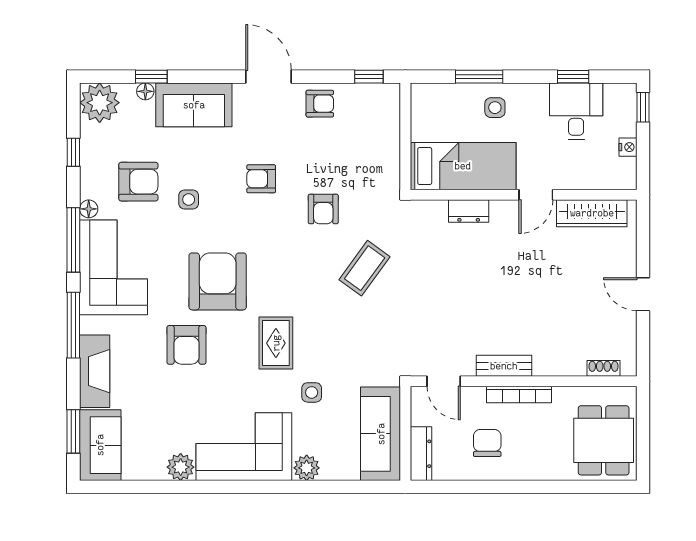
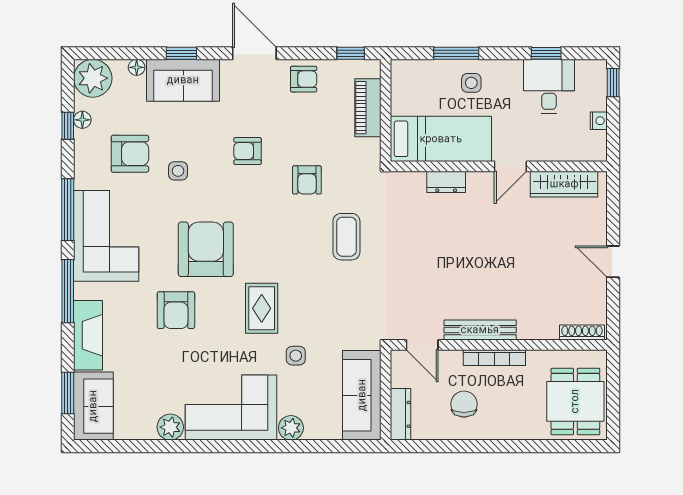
window: (151, 77) -> (181, 53), moved
piano: (387, 133) -> (368, 108), added
floor lamp: (89, 209) -> (82, 120), moved
coffee table: (365, 268) -> (346, 237), turned -36
bench: (504, 366) -> (480, 330), width x1.36
shoe rack: (603, 368) -> (582, 333), width x1.43

